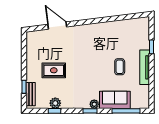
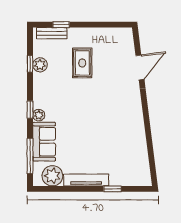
coffee table: (120, 67) -> (87, 148), removed
plant: (141, 94) -> (52, 176), added

